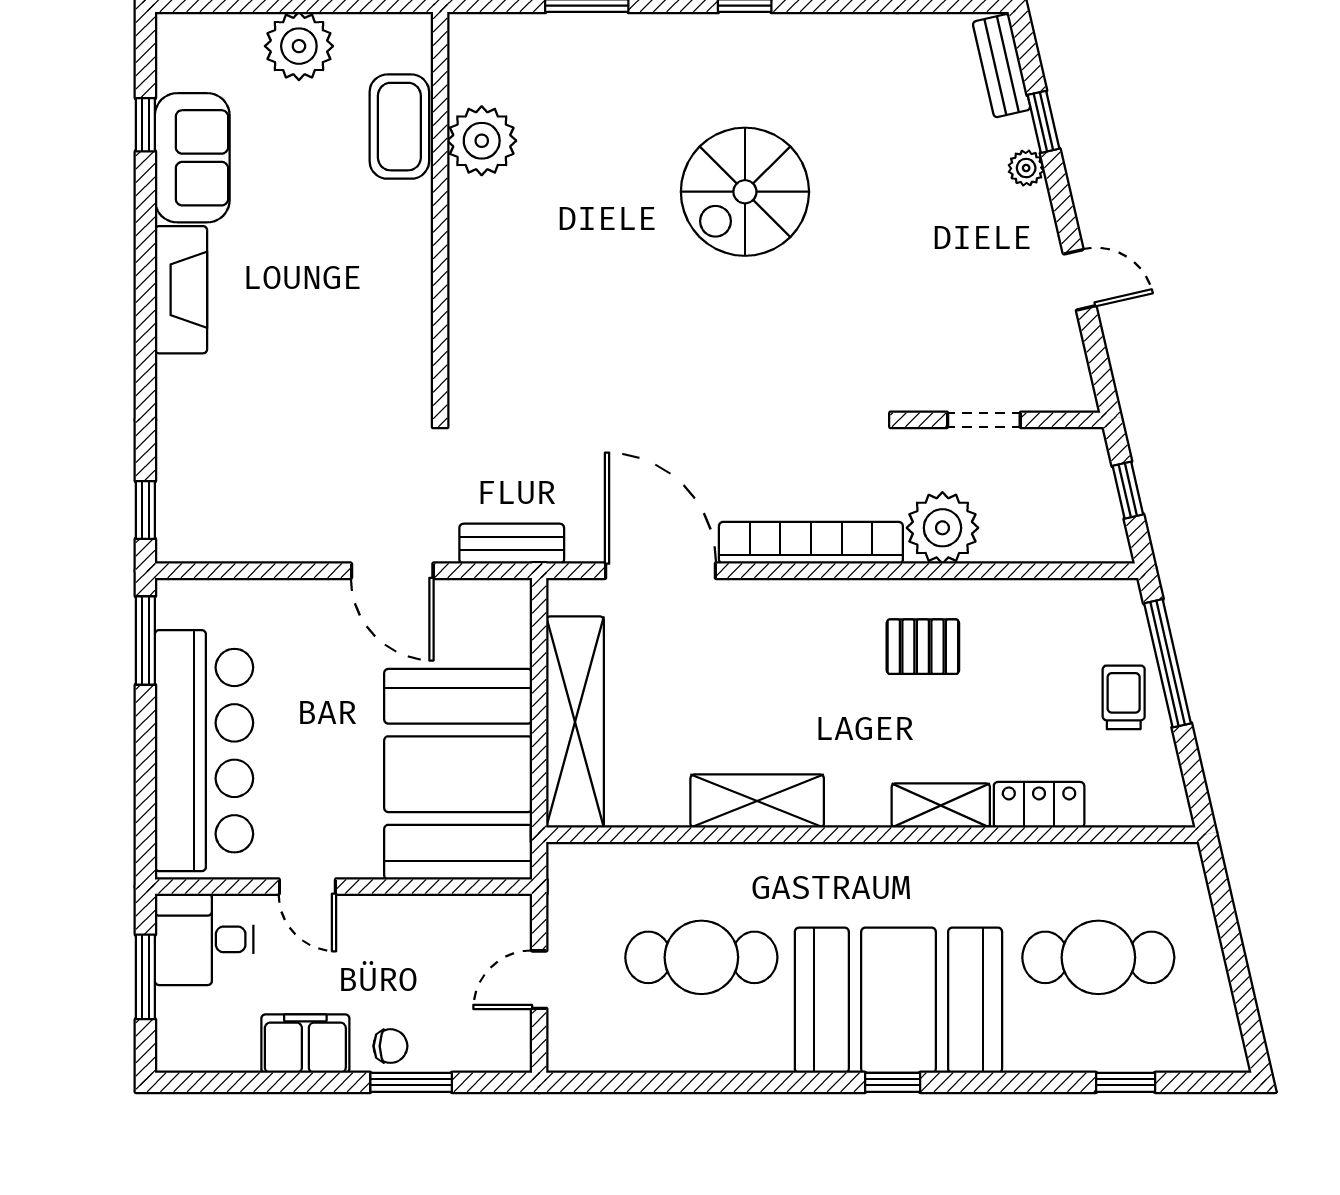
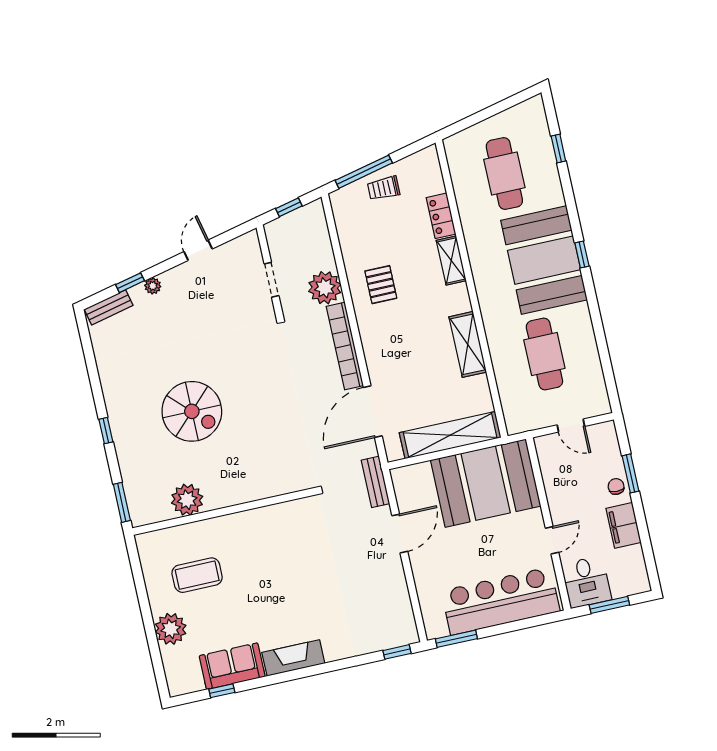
plant: (482, 141) -> (187, 500), moved
wall: (440, 212) -> (224, 511), moved

